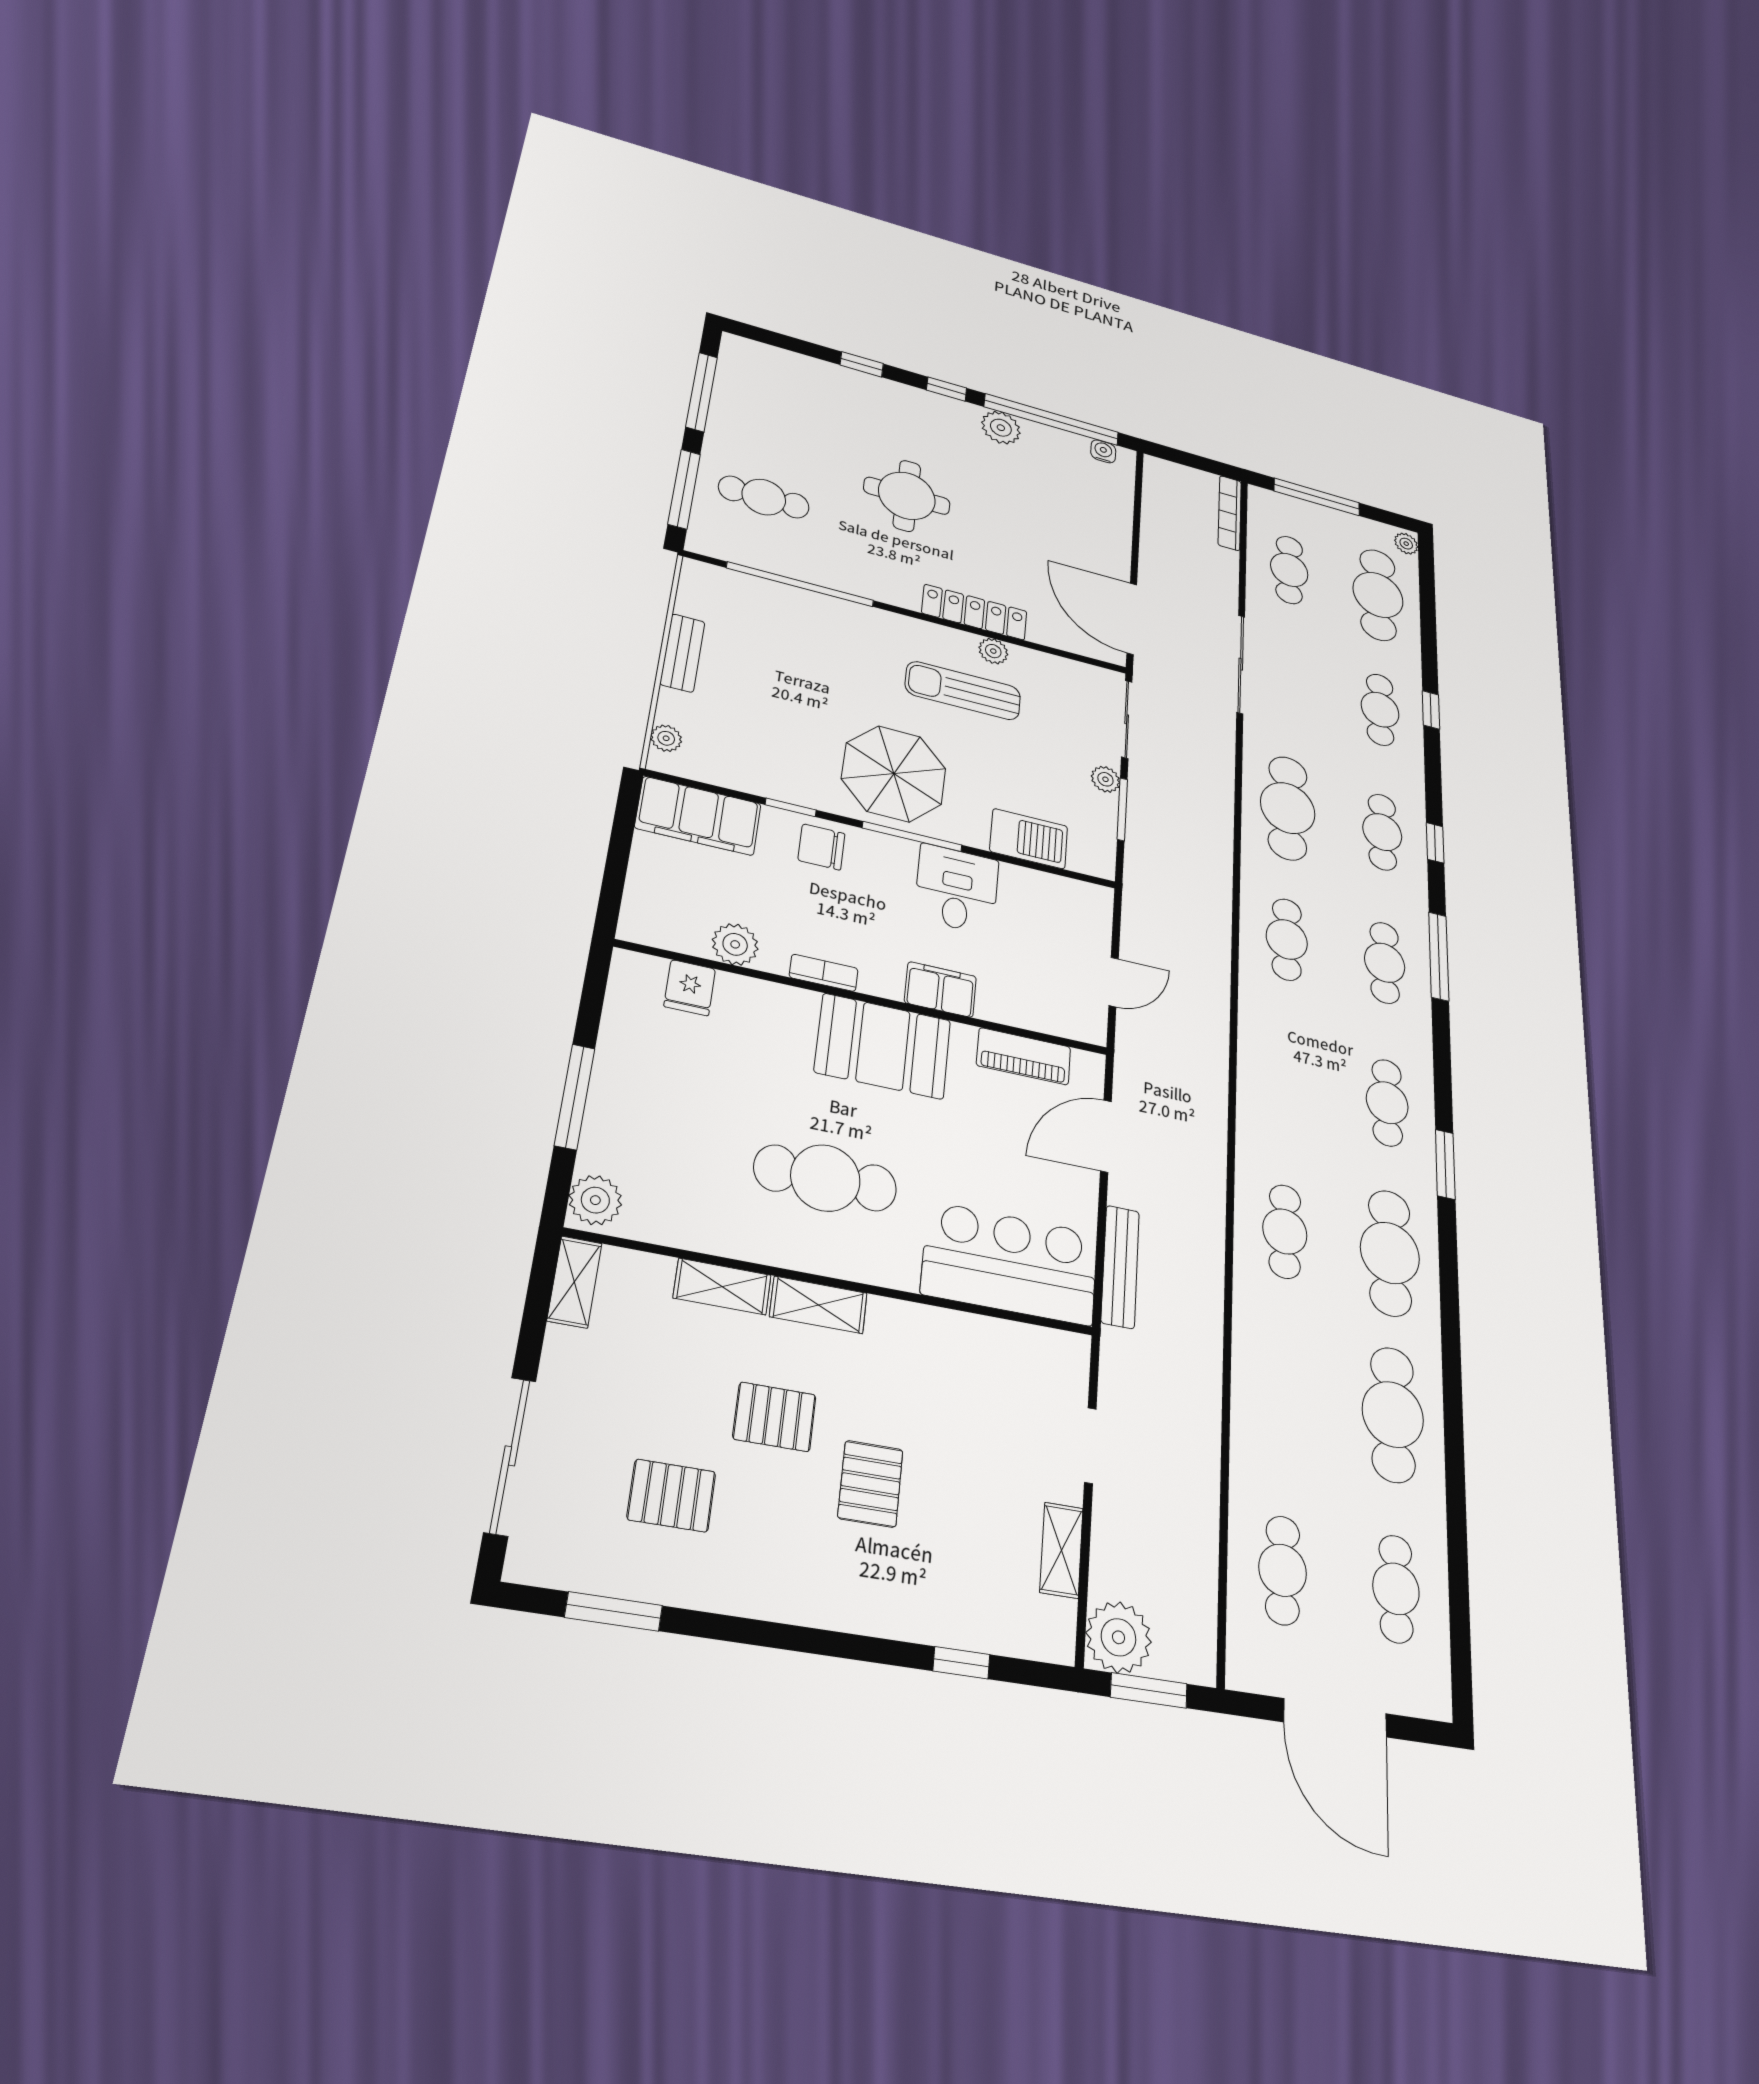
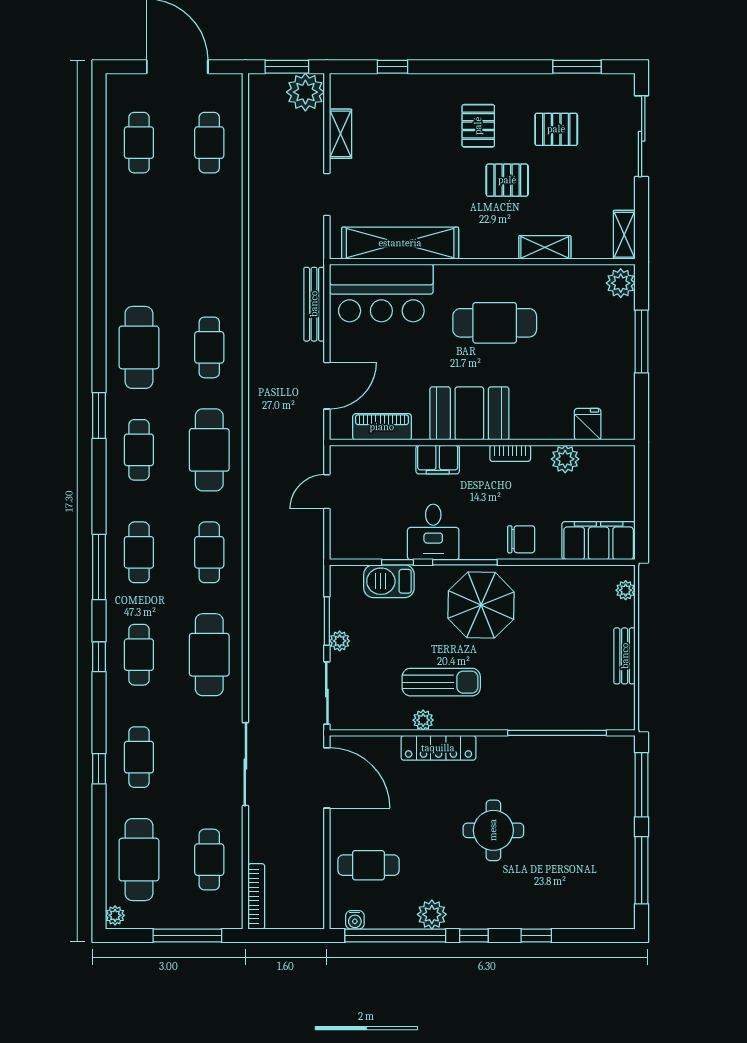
cafe table: (764, 497) -> (369, 865), moved
window: (791, 807) -> (398, 562), moved
shelving: (818, 1305) -> (400, 243), moved, width x2.20, depth x1.33
cafe table: (1393, 1414) -> (209, 450), moved
pallet: (870, 1484) -> (478, 126), moved

